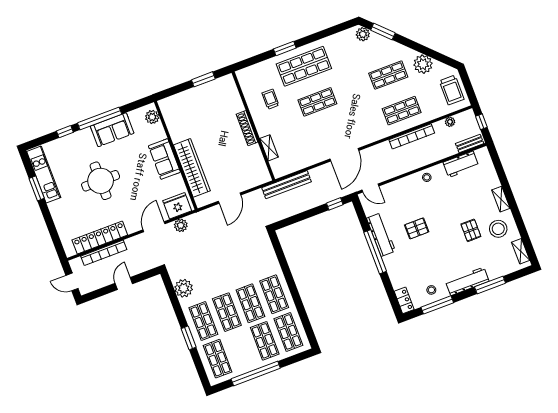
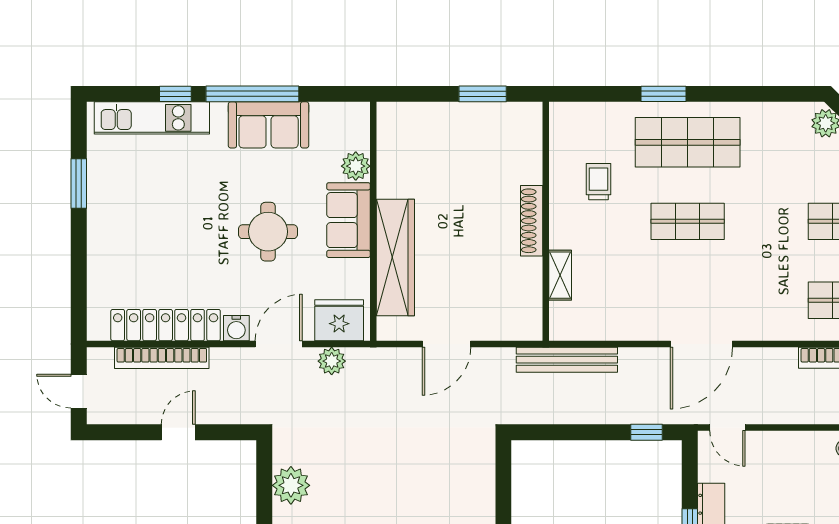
plant: (152, 117) -> (356, 166), moved
kitchen unit: (44, 174) -> (152, 118), moved, turned 90
round table: (101, 181) -> (268, 232), moved, width x0.73, depth x0.73
water cooler: (132, 227) -> (236, 328), added

